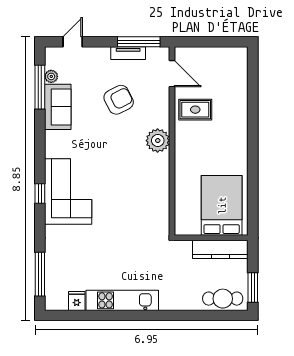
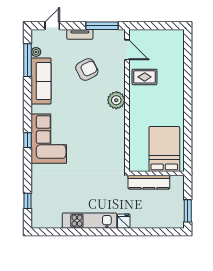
tv unit: (128, 53) -> (80, 34), moved
sofa: (58, 107) -> (41, 81), width x1.36
kitchen counter: (220, 249) -> (149, 182), moved
window: (40, 274) -> (28, 201), width x0.46
cafe table: (223, 299) -> (165, 219), removed
fridge: (77, 301) -> (124, 221), moved

